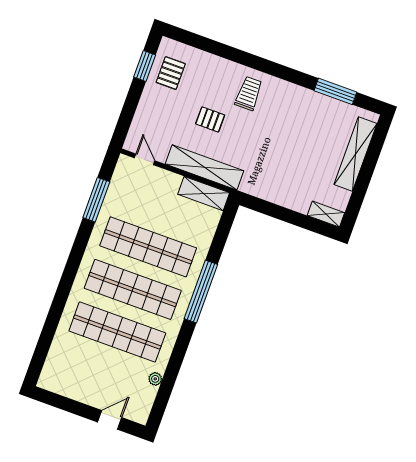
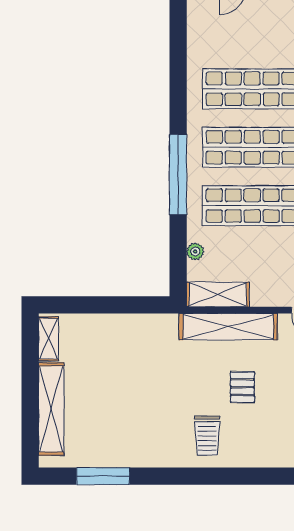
pallet: (210, 119) -> (242, 387), turned 90
shelving: (326, 214) -> (48, 339), moved, turned 90
plant: (155, 379) -> (195, 251), moved

